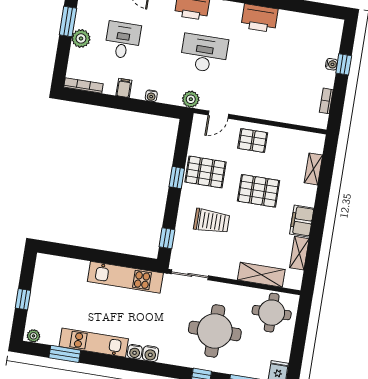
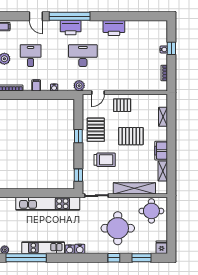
pallet: (205, 172) -> (96, 130), turned 90
shelving: (261, 275) -> (134, 188), width x1.47
kitchen unit: (125, 277) -> (48, 204), width x1.36
window: (65, 354) -> (26, 258), width x2.11

